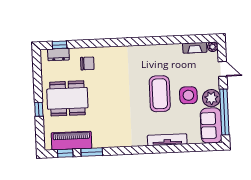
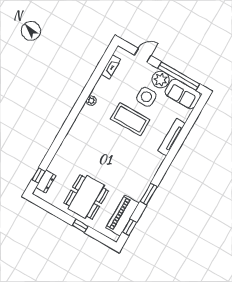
plant: (213, 47) -> (91, 101), moved
chair: (87, 63) -> (68, 163), removed
window: (92, 152) -> (149, 194), moved

